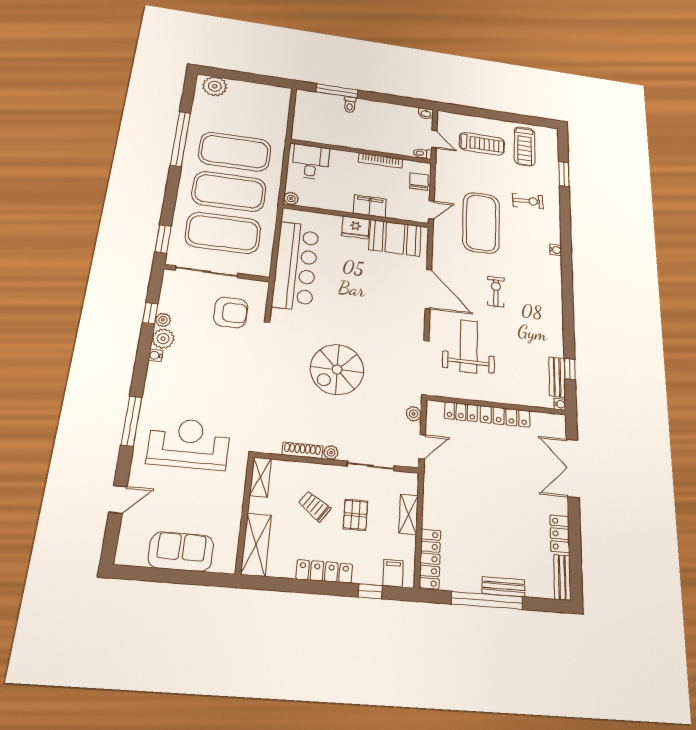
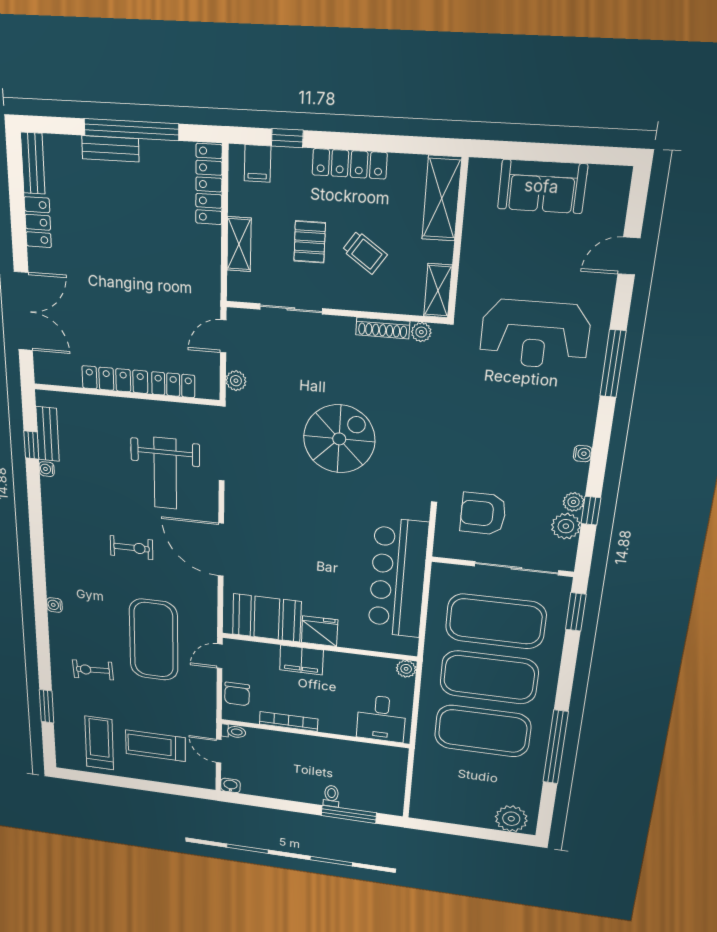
exercise bike: (496, 292) -> (132, 548), turned -90
plant: (163, 339) -> (566, 526), moved
water cooler: (560, 404) -> (47, 469), moved
plant: (331, 453) -> (421, 332), moved

